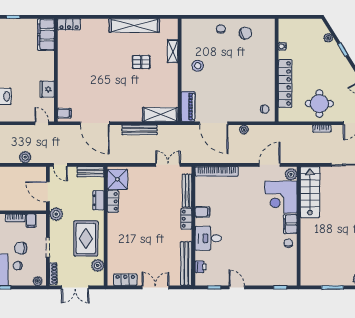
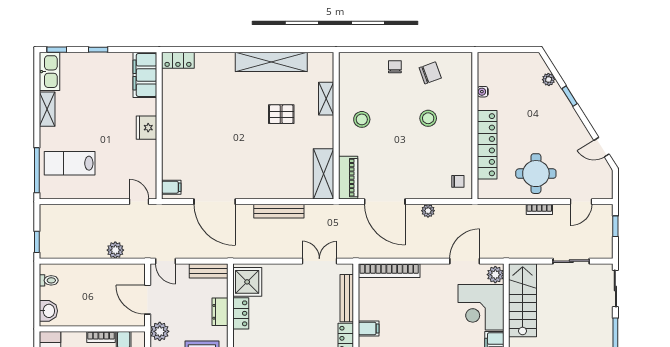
stool: (244, 65) -> (428, 118), added
fridge: (47, 89) -> (147, 128), moved
shelving: (160, 114) -> (323, 174), moved, turned 90

